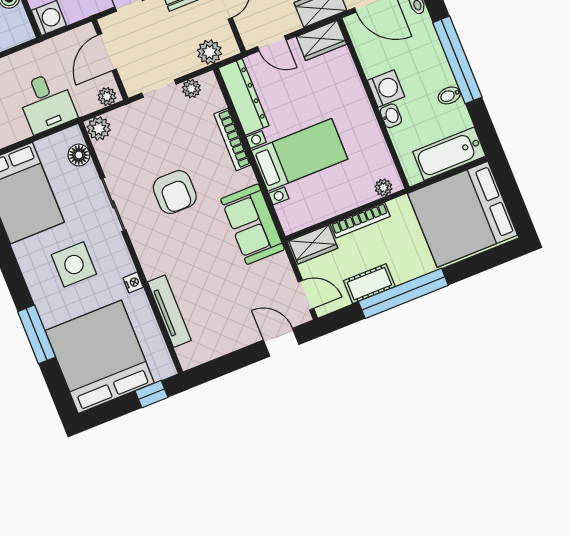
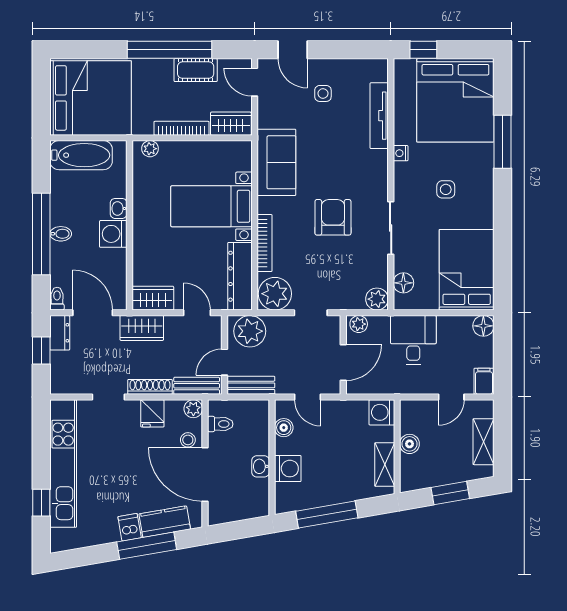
plant: (209, 52) -> (250, 331), width x1.36, depth x1.36
plant: (191, 89) -> (275, 294), width x1.88, depth x1.88
bidet: (449, 95) -> (61, 234), moved
side table: (74, 264) -> (446, 189), width x0.54, depth x0.54
side table: (234, 311) -> (323, 93), added

